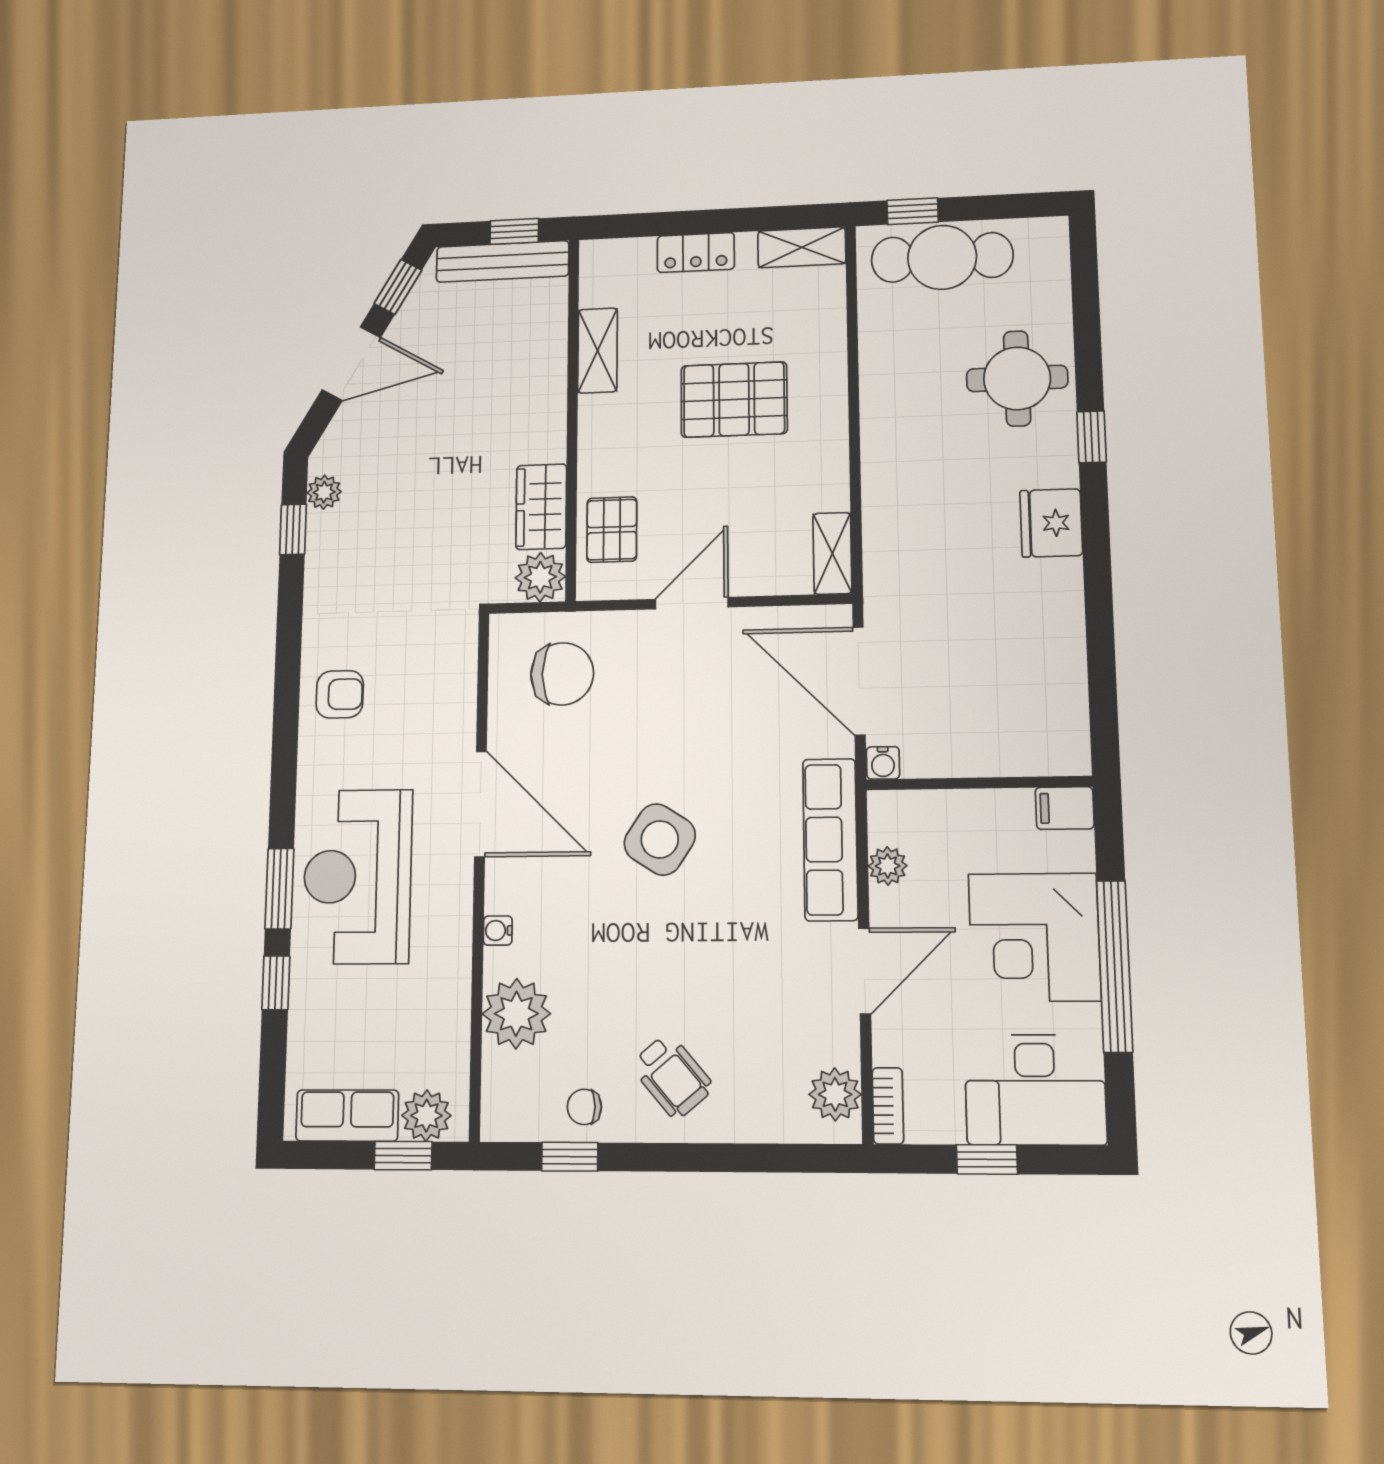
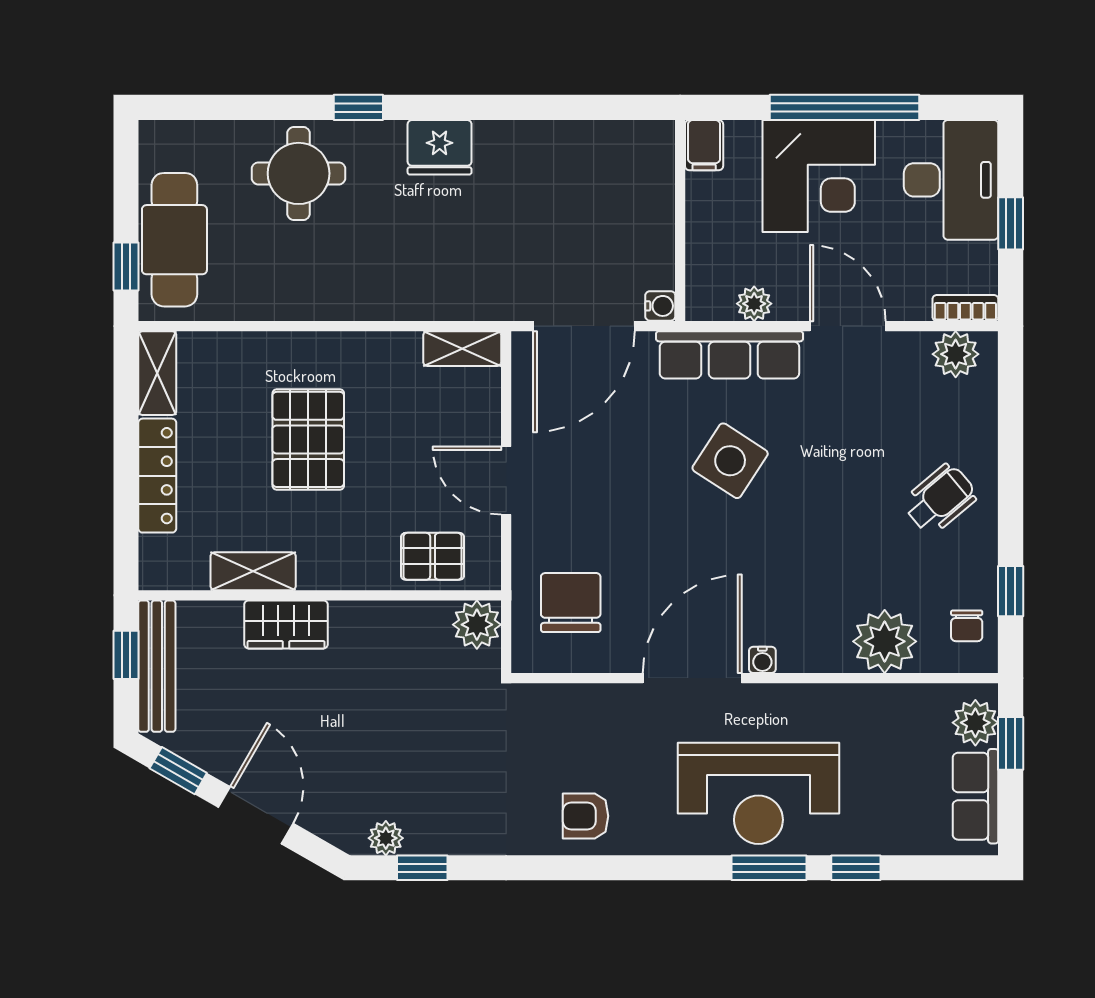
locker: (696, 253) -> (157, 476), width x1.53
wardrobe: (541, 507) -> (286, 624), moved
armchair: (340, 694) -> (586, 816), turned -90
side table: (660, 839) -> (730, 461), moved
water cooler: (498, 931) -> (762, 660), moved
chair: (584, 1107) -> (967, 626), moved

